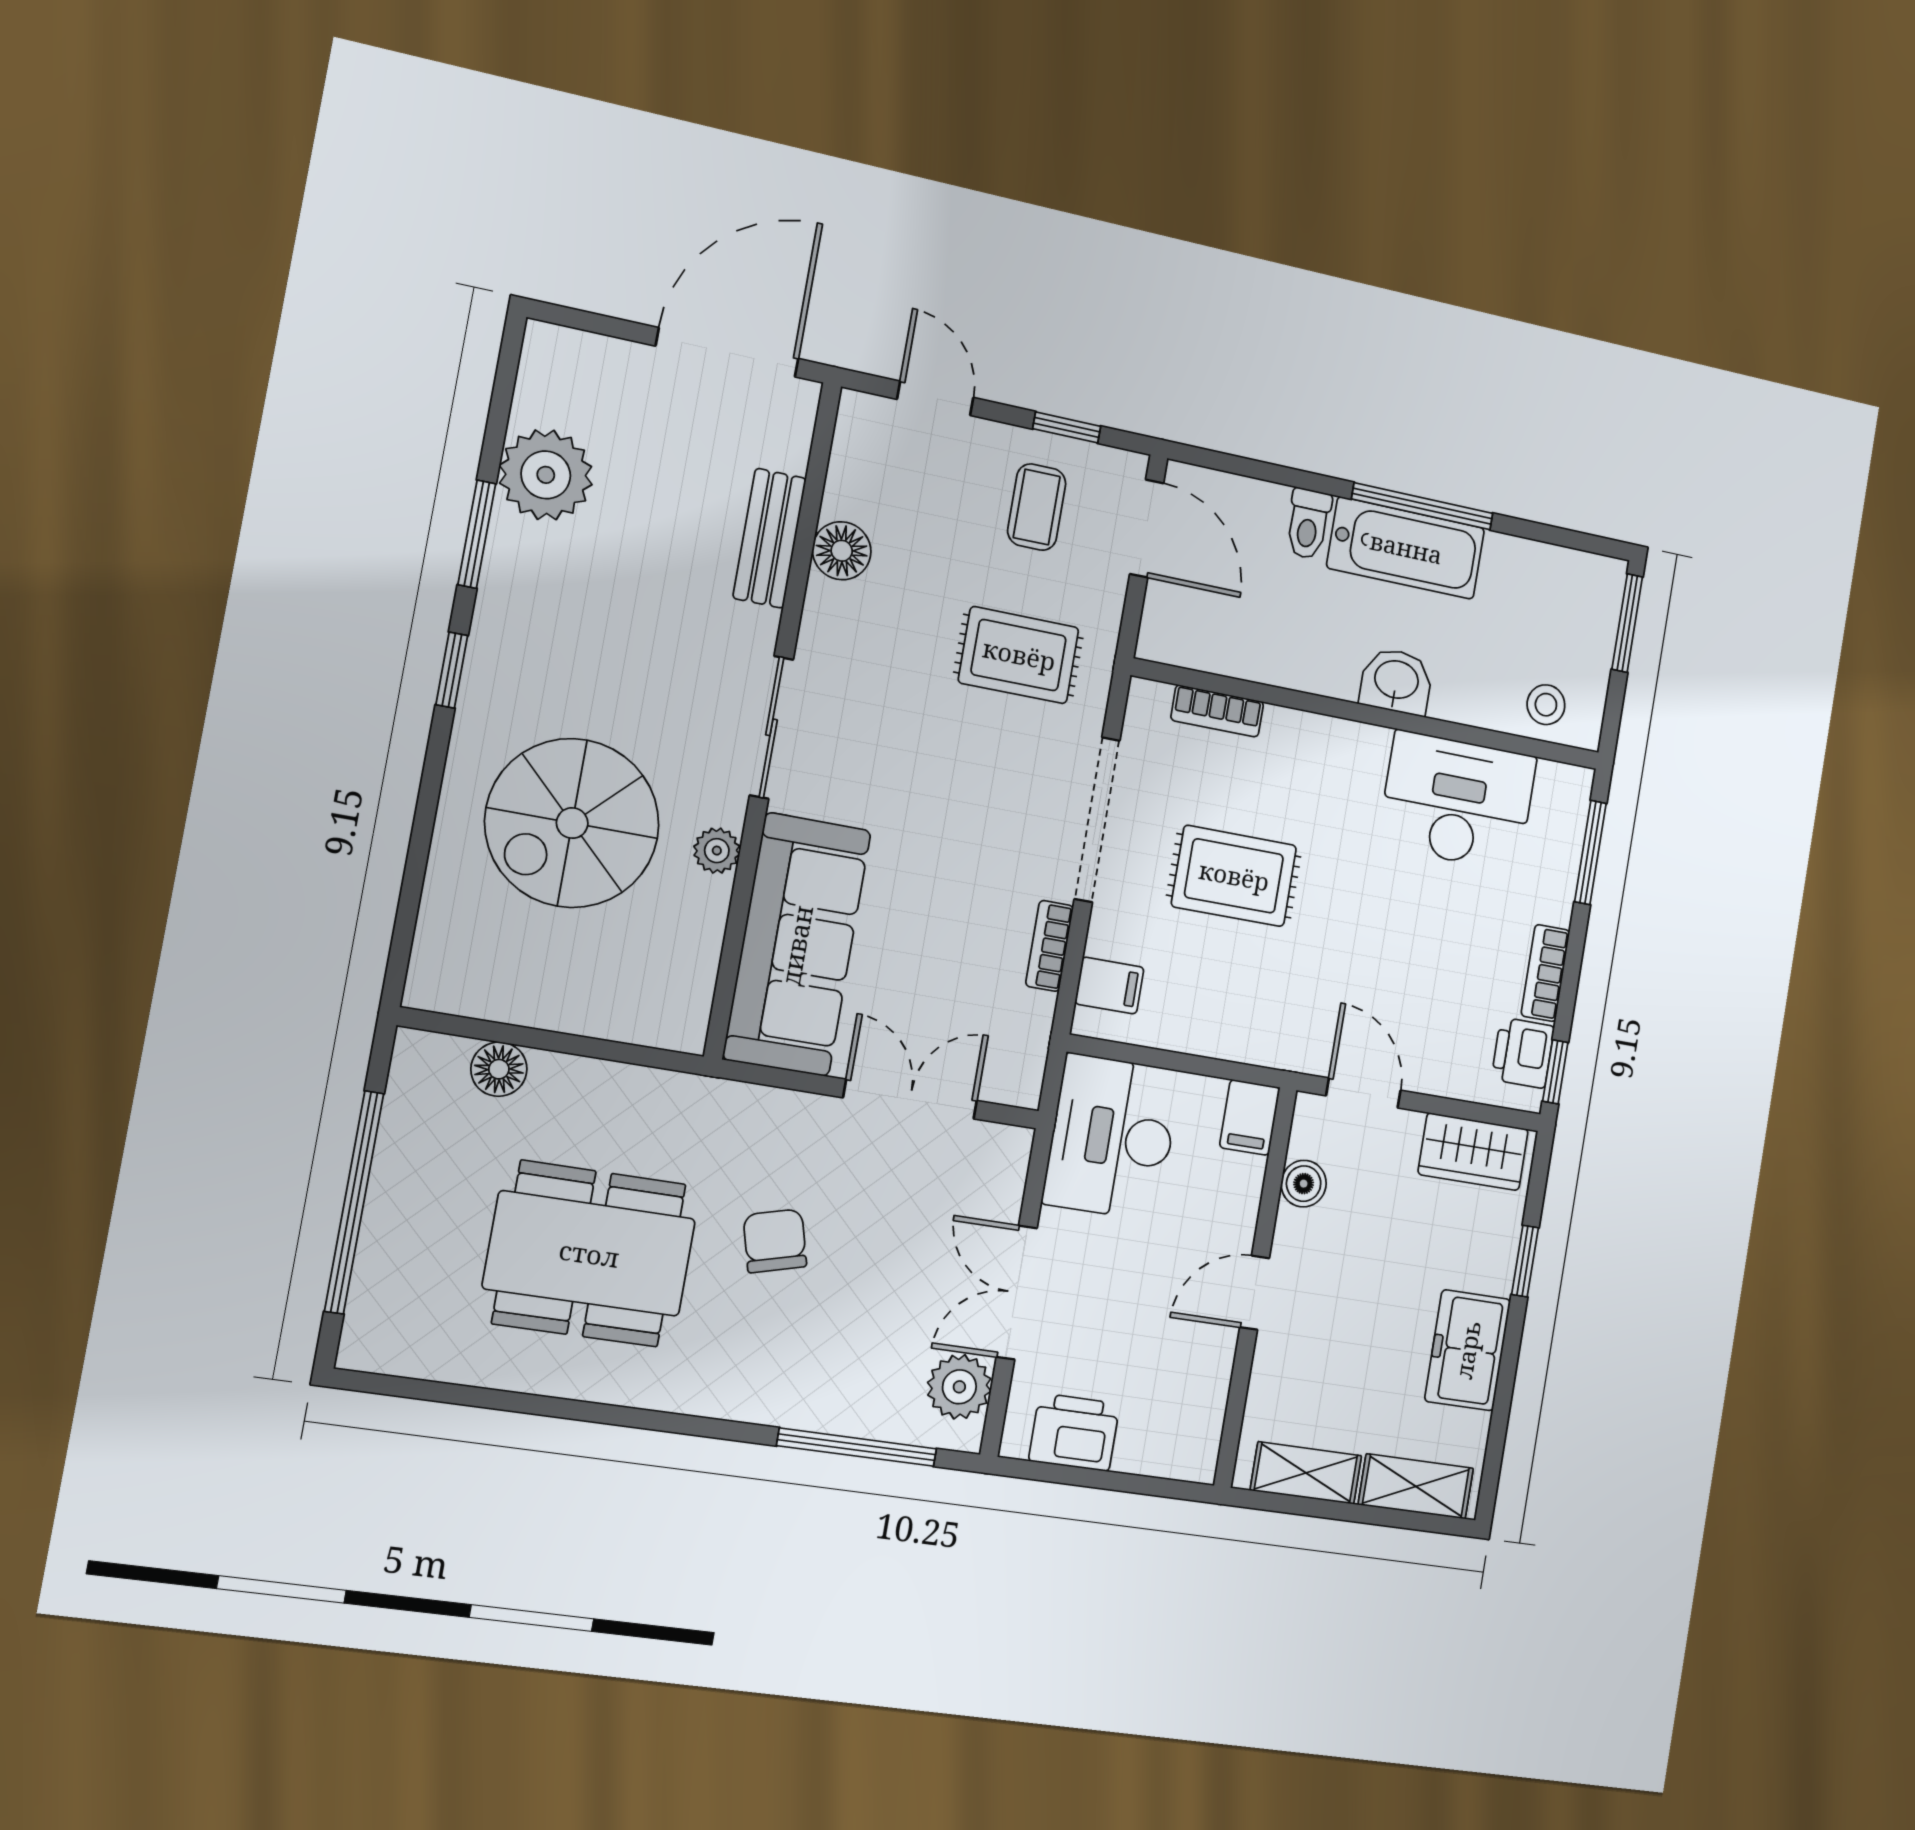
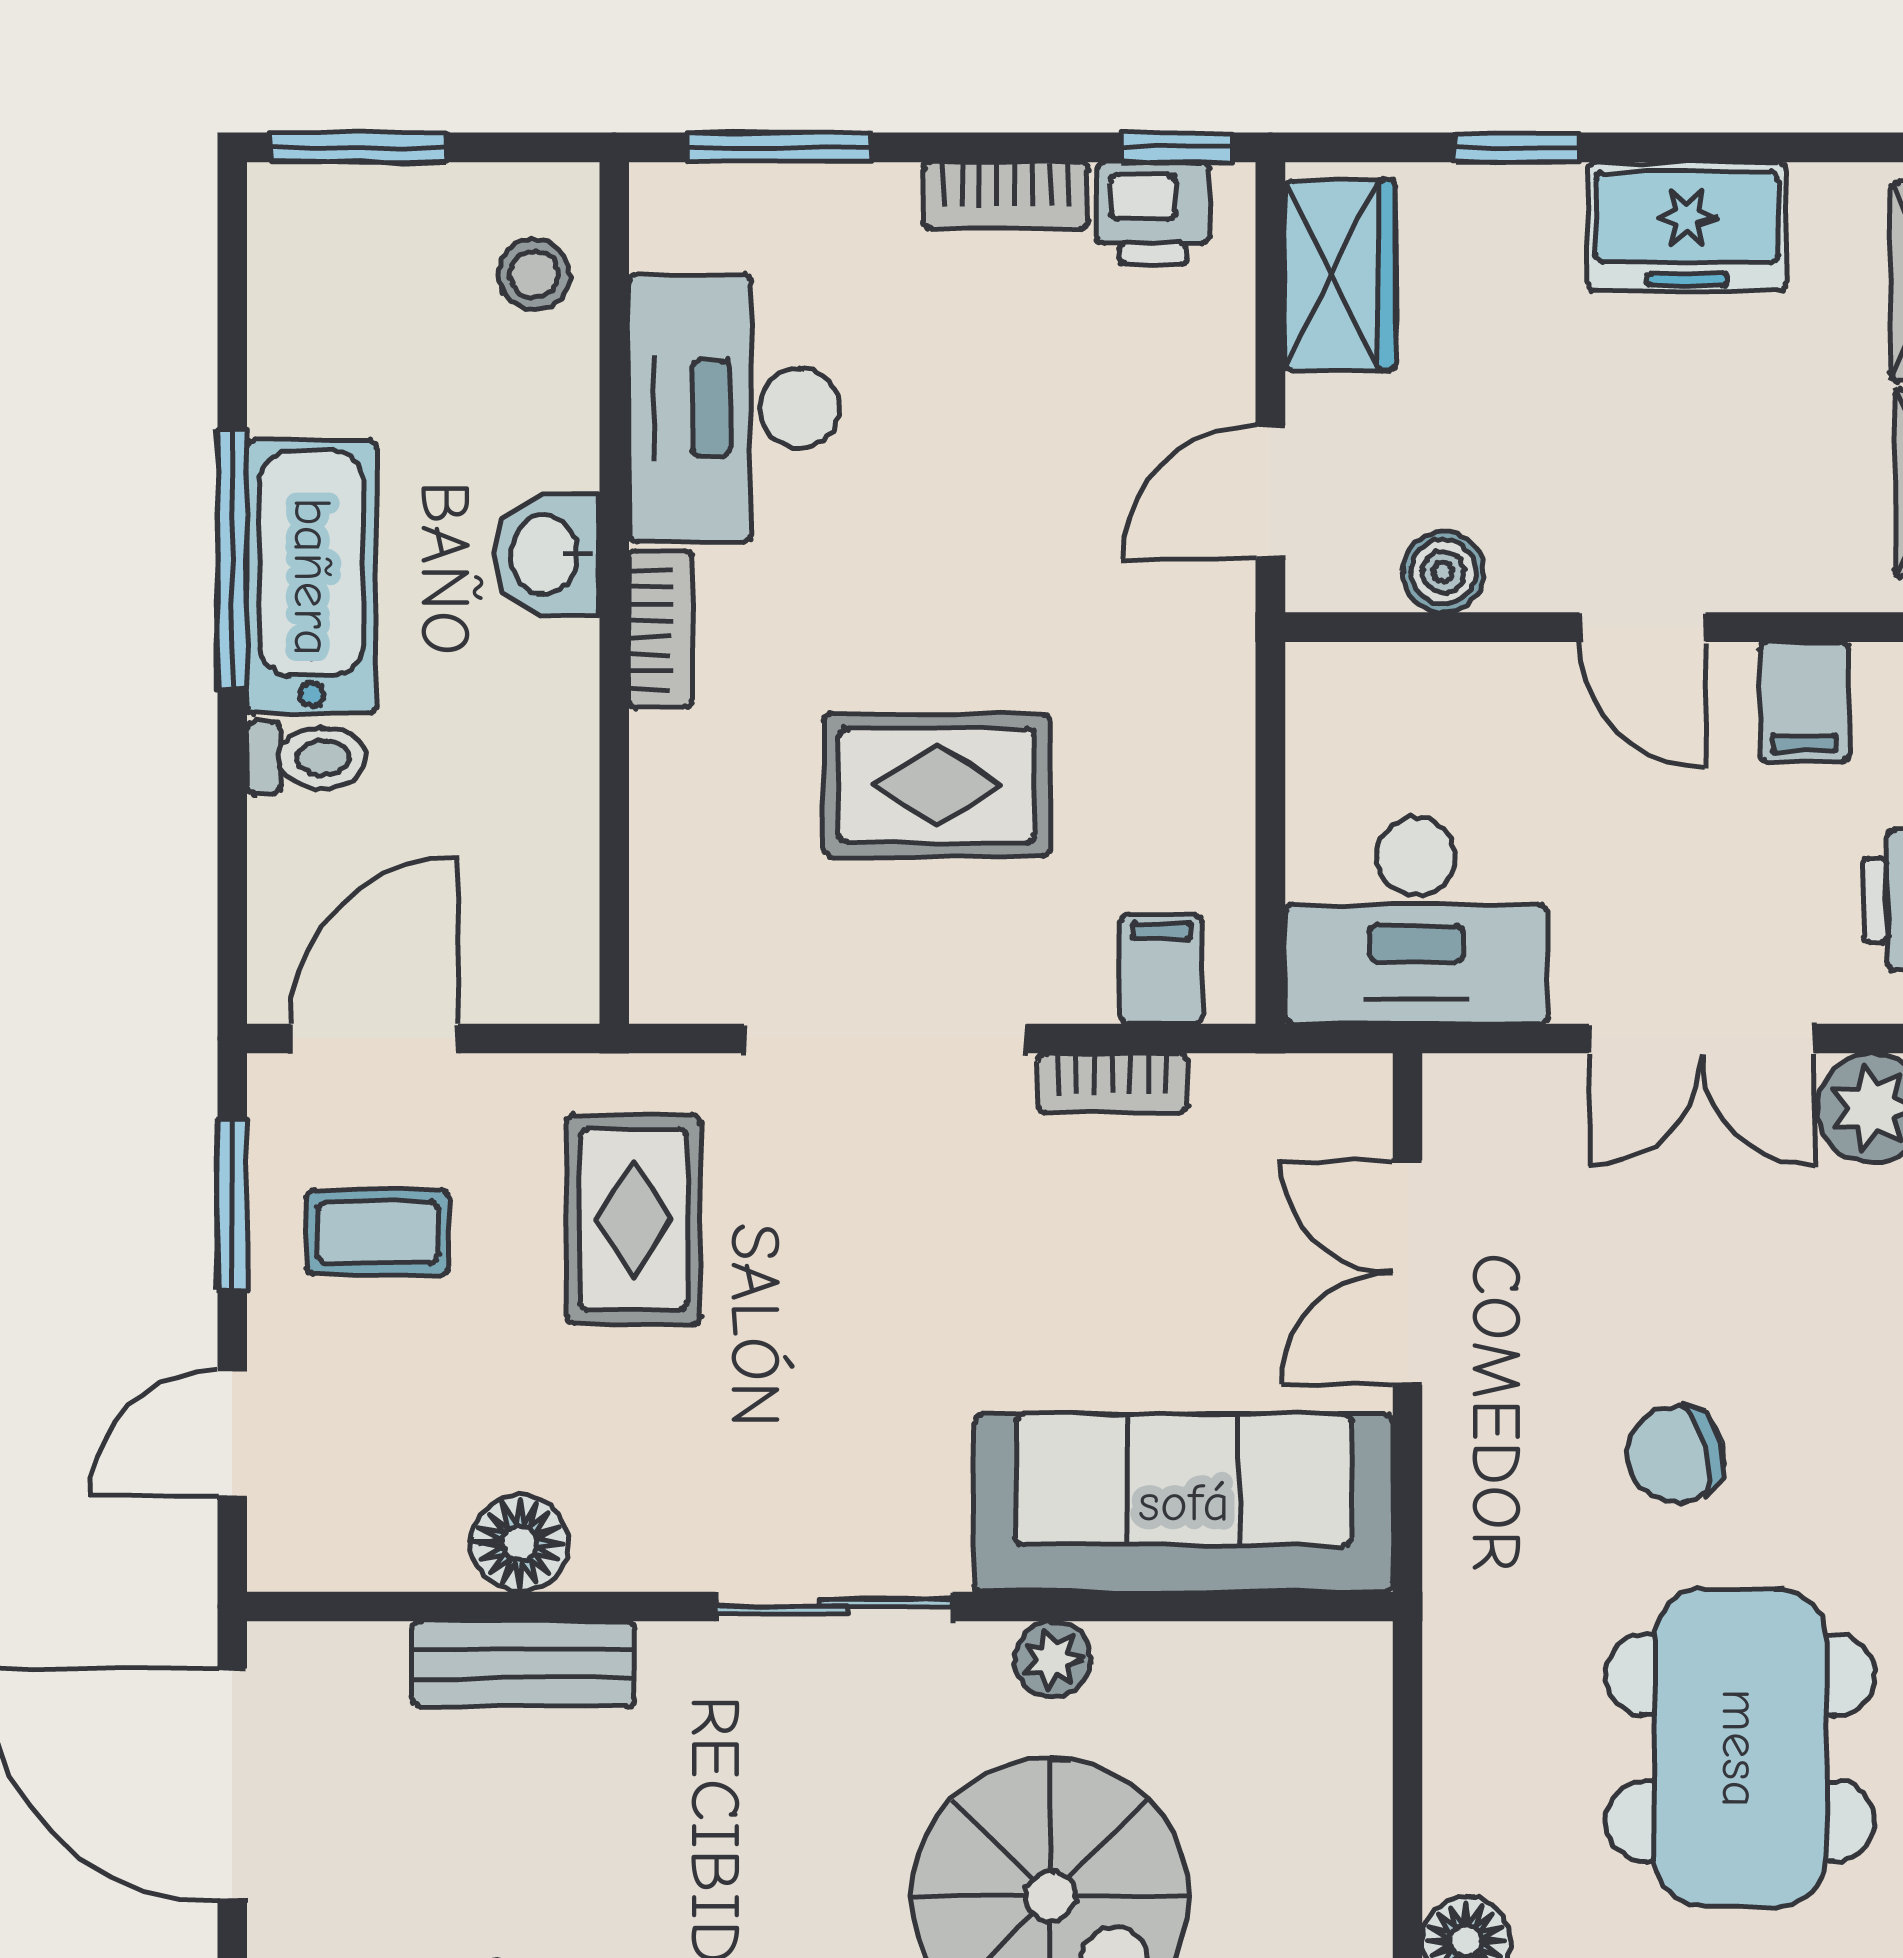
window: (1067, 427) -> (232, 1204), width x1.50
bookcase: (1217, 711) -> (661, 629), moved
rug: (1234, 876) -> (937, 785), turned 90
filing cabinet: (1250, 1117) -> (1804, 702), moved, turned 90

